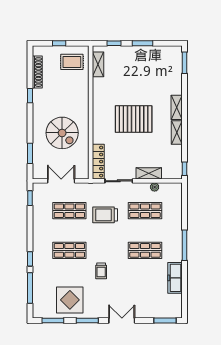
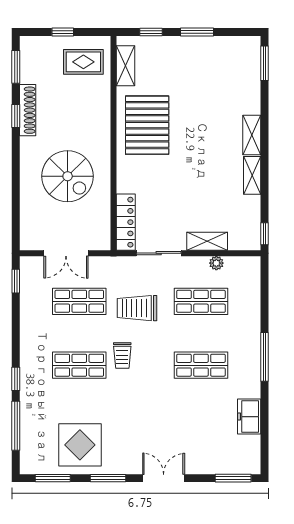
shoe rack: (37, 72) -> (28, 110), moved
pallet: (134, 119) -> (147, 125), moved, turned 90
window: (30, 153) -> (16, 67), moved
double door: (61, 181) -> (66, 253), swing flipped
trolley: (101, 271) -> (122, 356), moved
freezer: (175, 278) -> (249, 417), width x0.71

